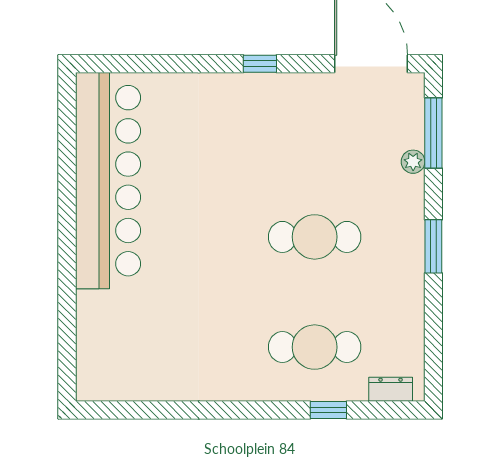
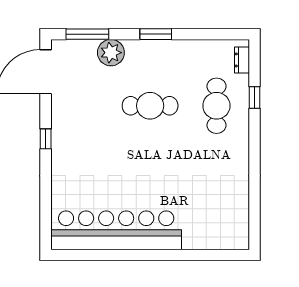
plant: (413, 162) -> (111, 53), width x1.88, depth x1.88
cafe table: (315, 237) -> (150, 106), turned 90

